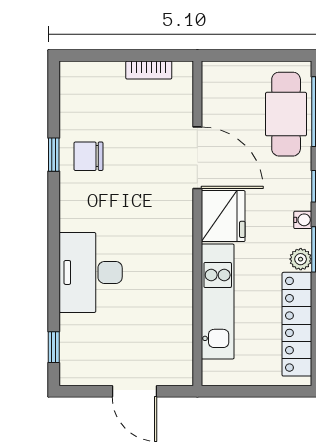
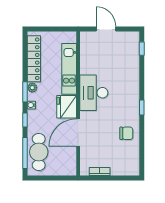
window: (54, 155) -> (142, 108), moved
door: (197, 158) -> (78, 133), hinge flipped
desk: (91, 272) -> (94, 93), moved, turned 180

